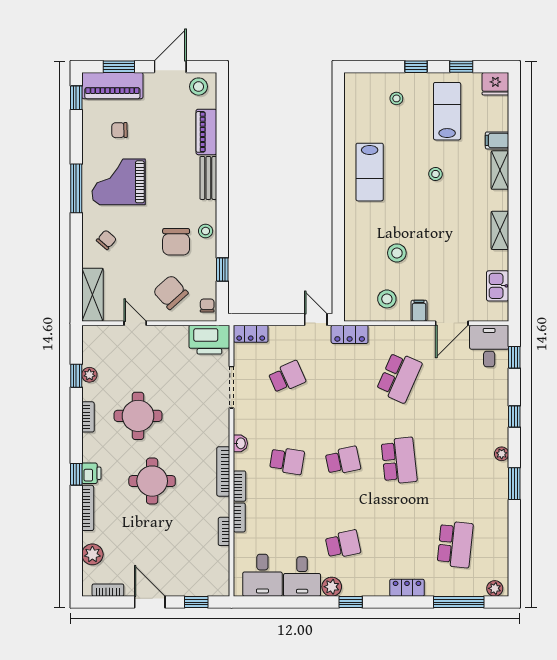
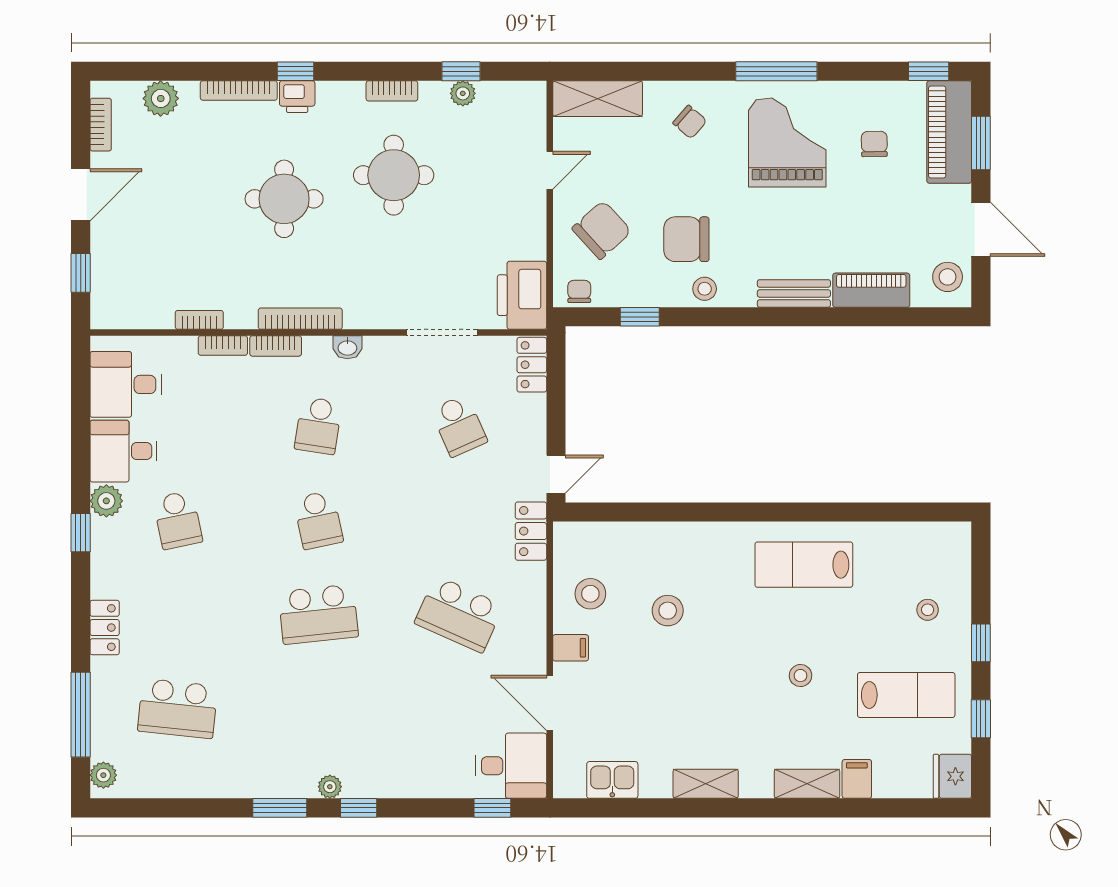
chair: (207, 306) -> (579, 291), turned -90
window: (514, 417) -> (359, 808), moved

